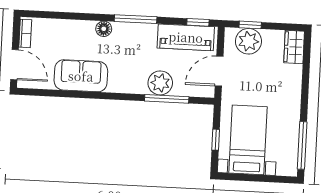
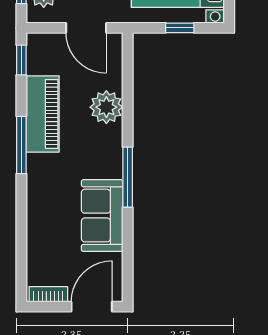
floor lamp: (104, 29) -> (37, 188), removed
piano: (186, 37) -> (43, 114), moved
window: (167, 99) -> (128, 177), moved

